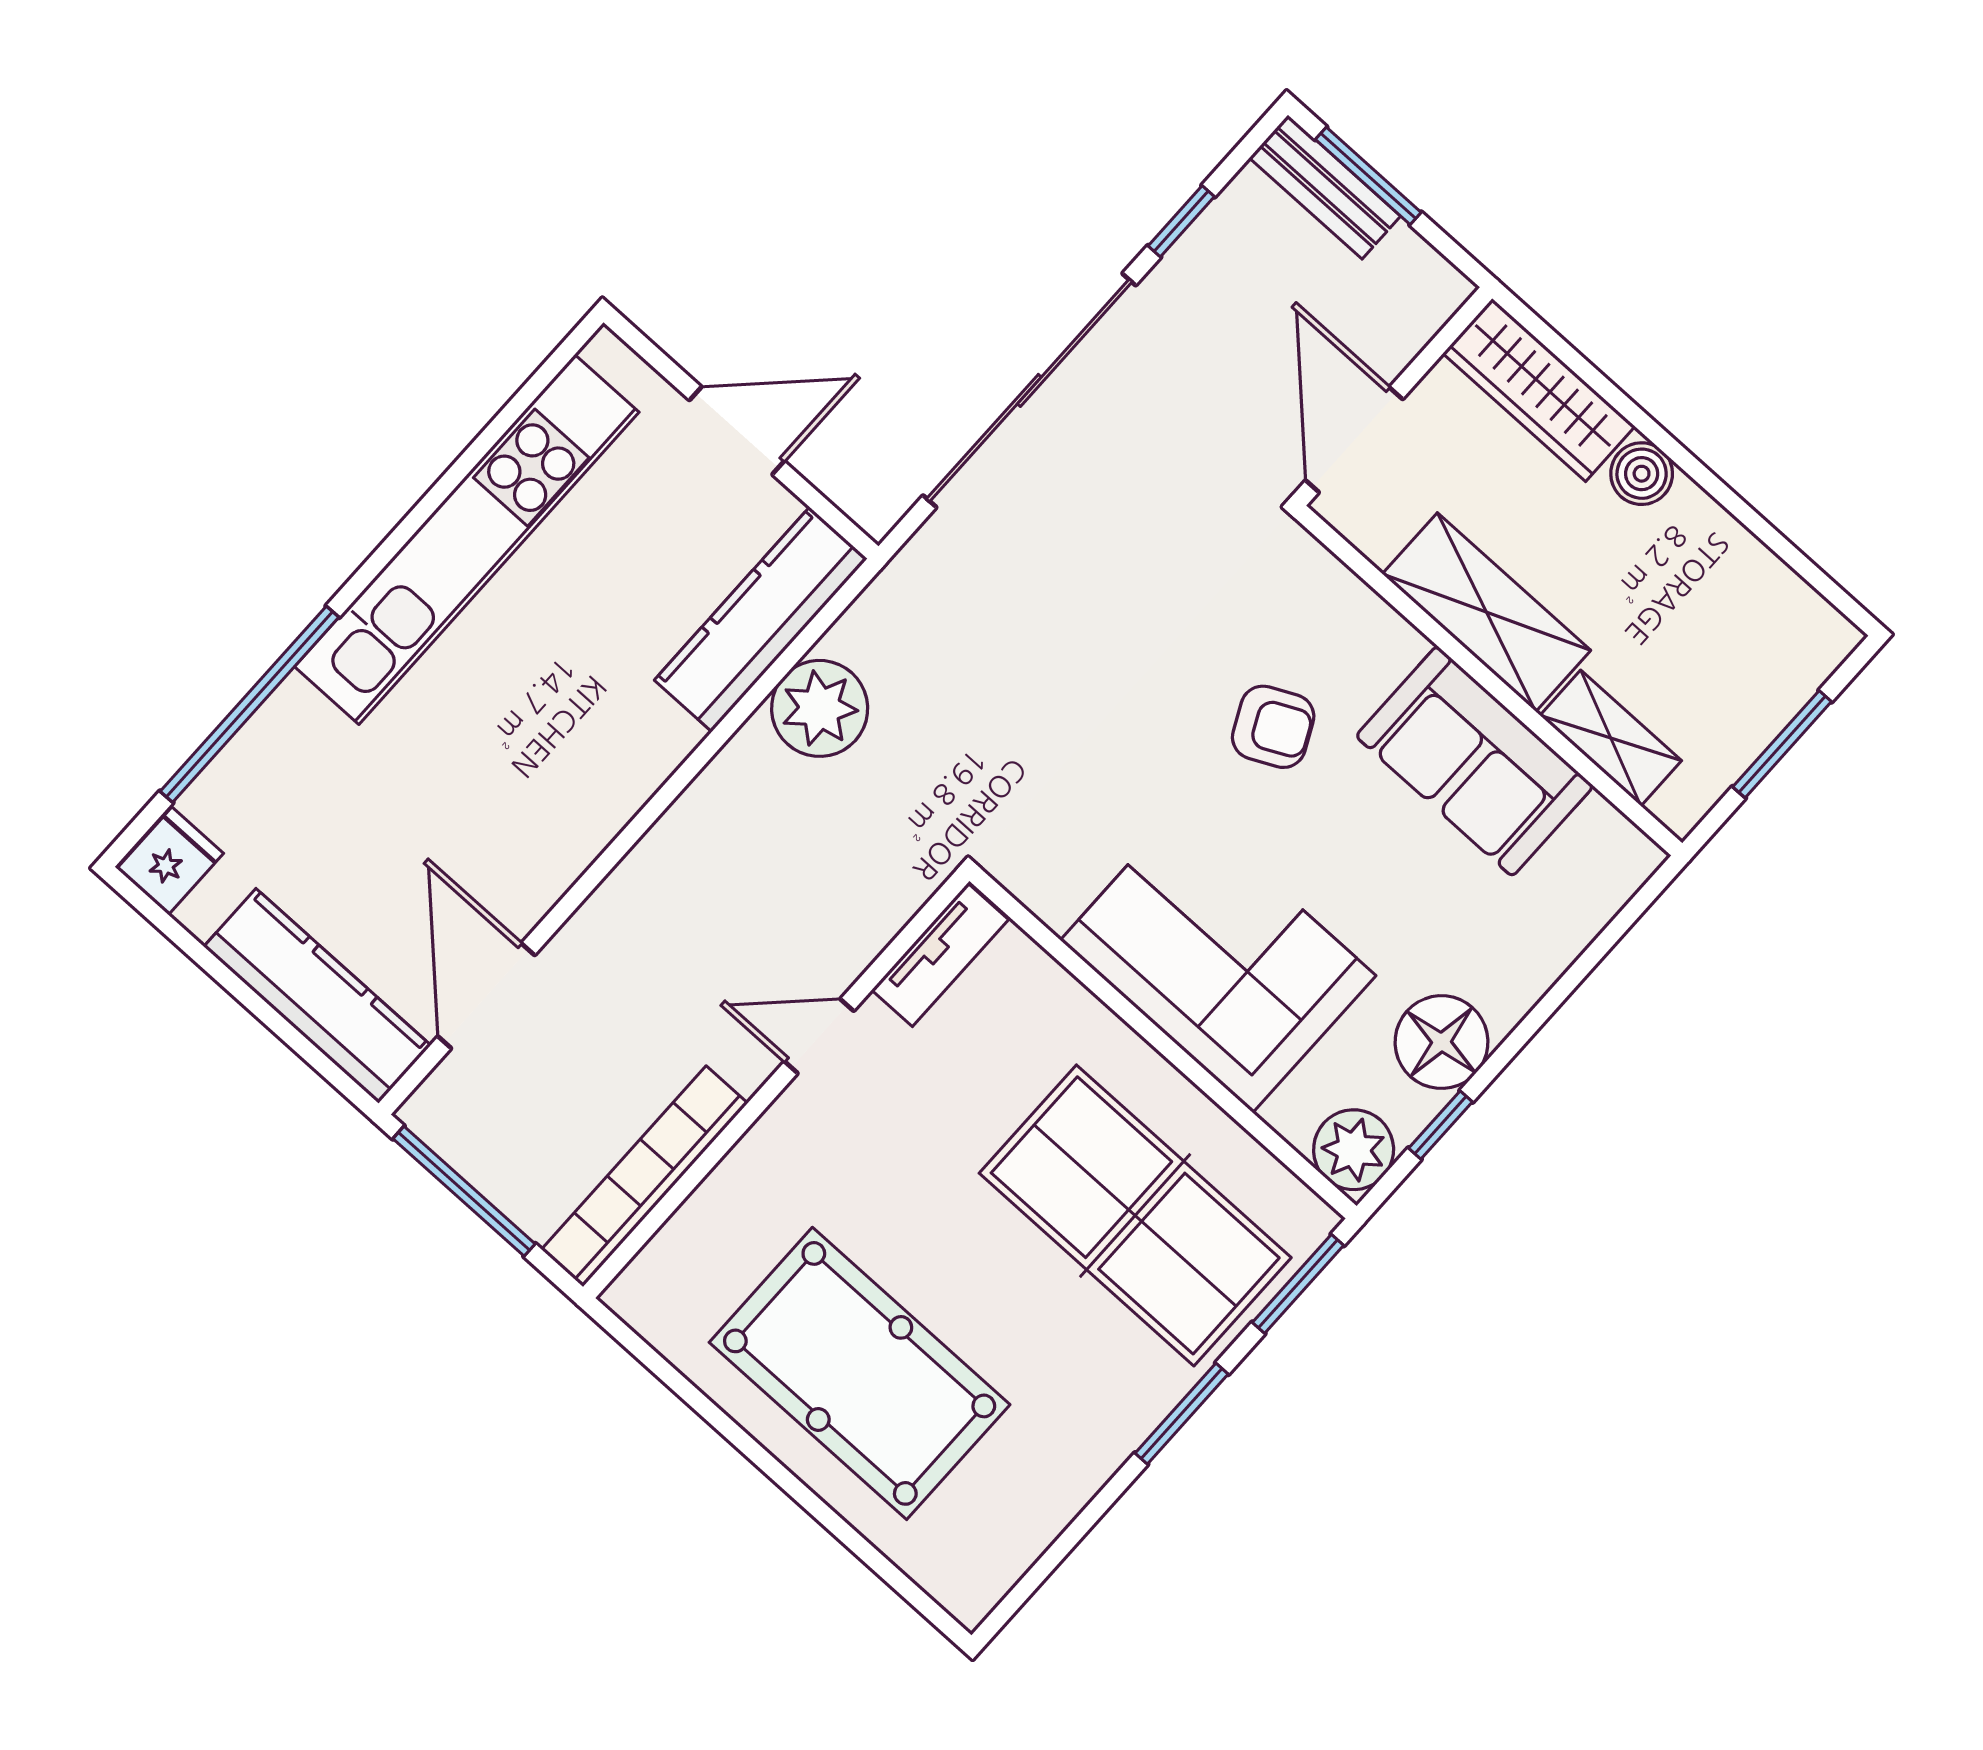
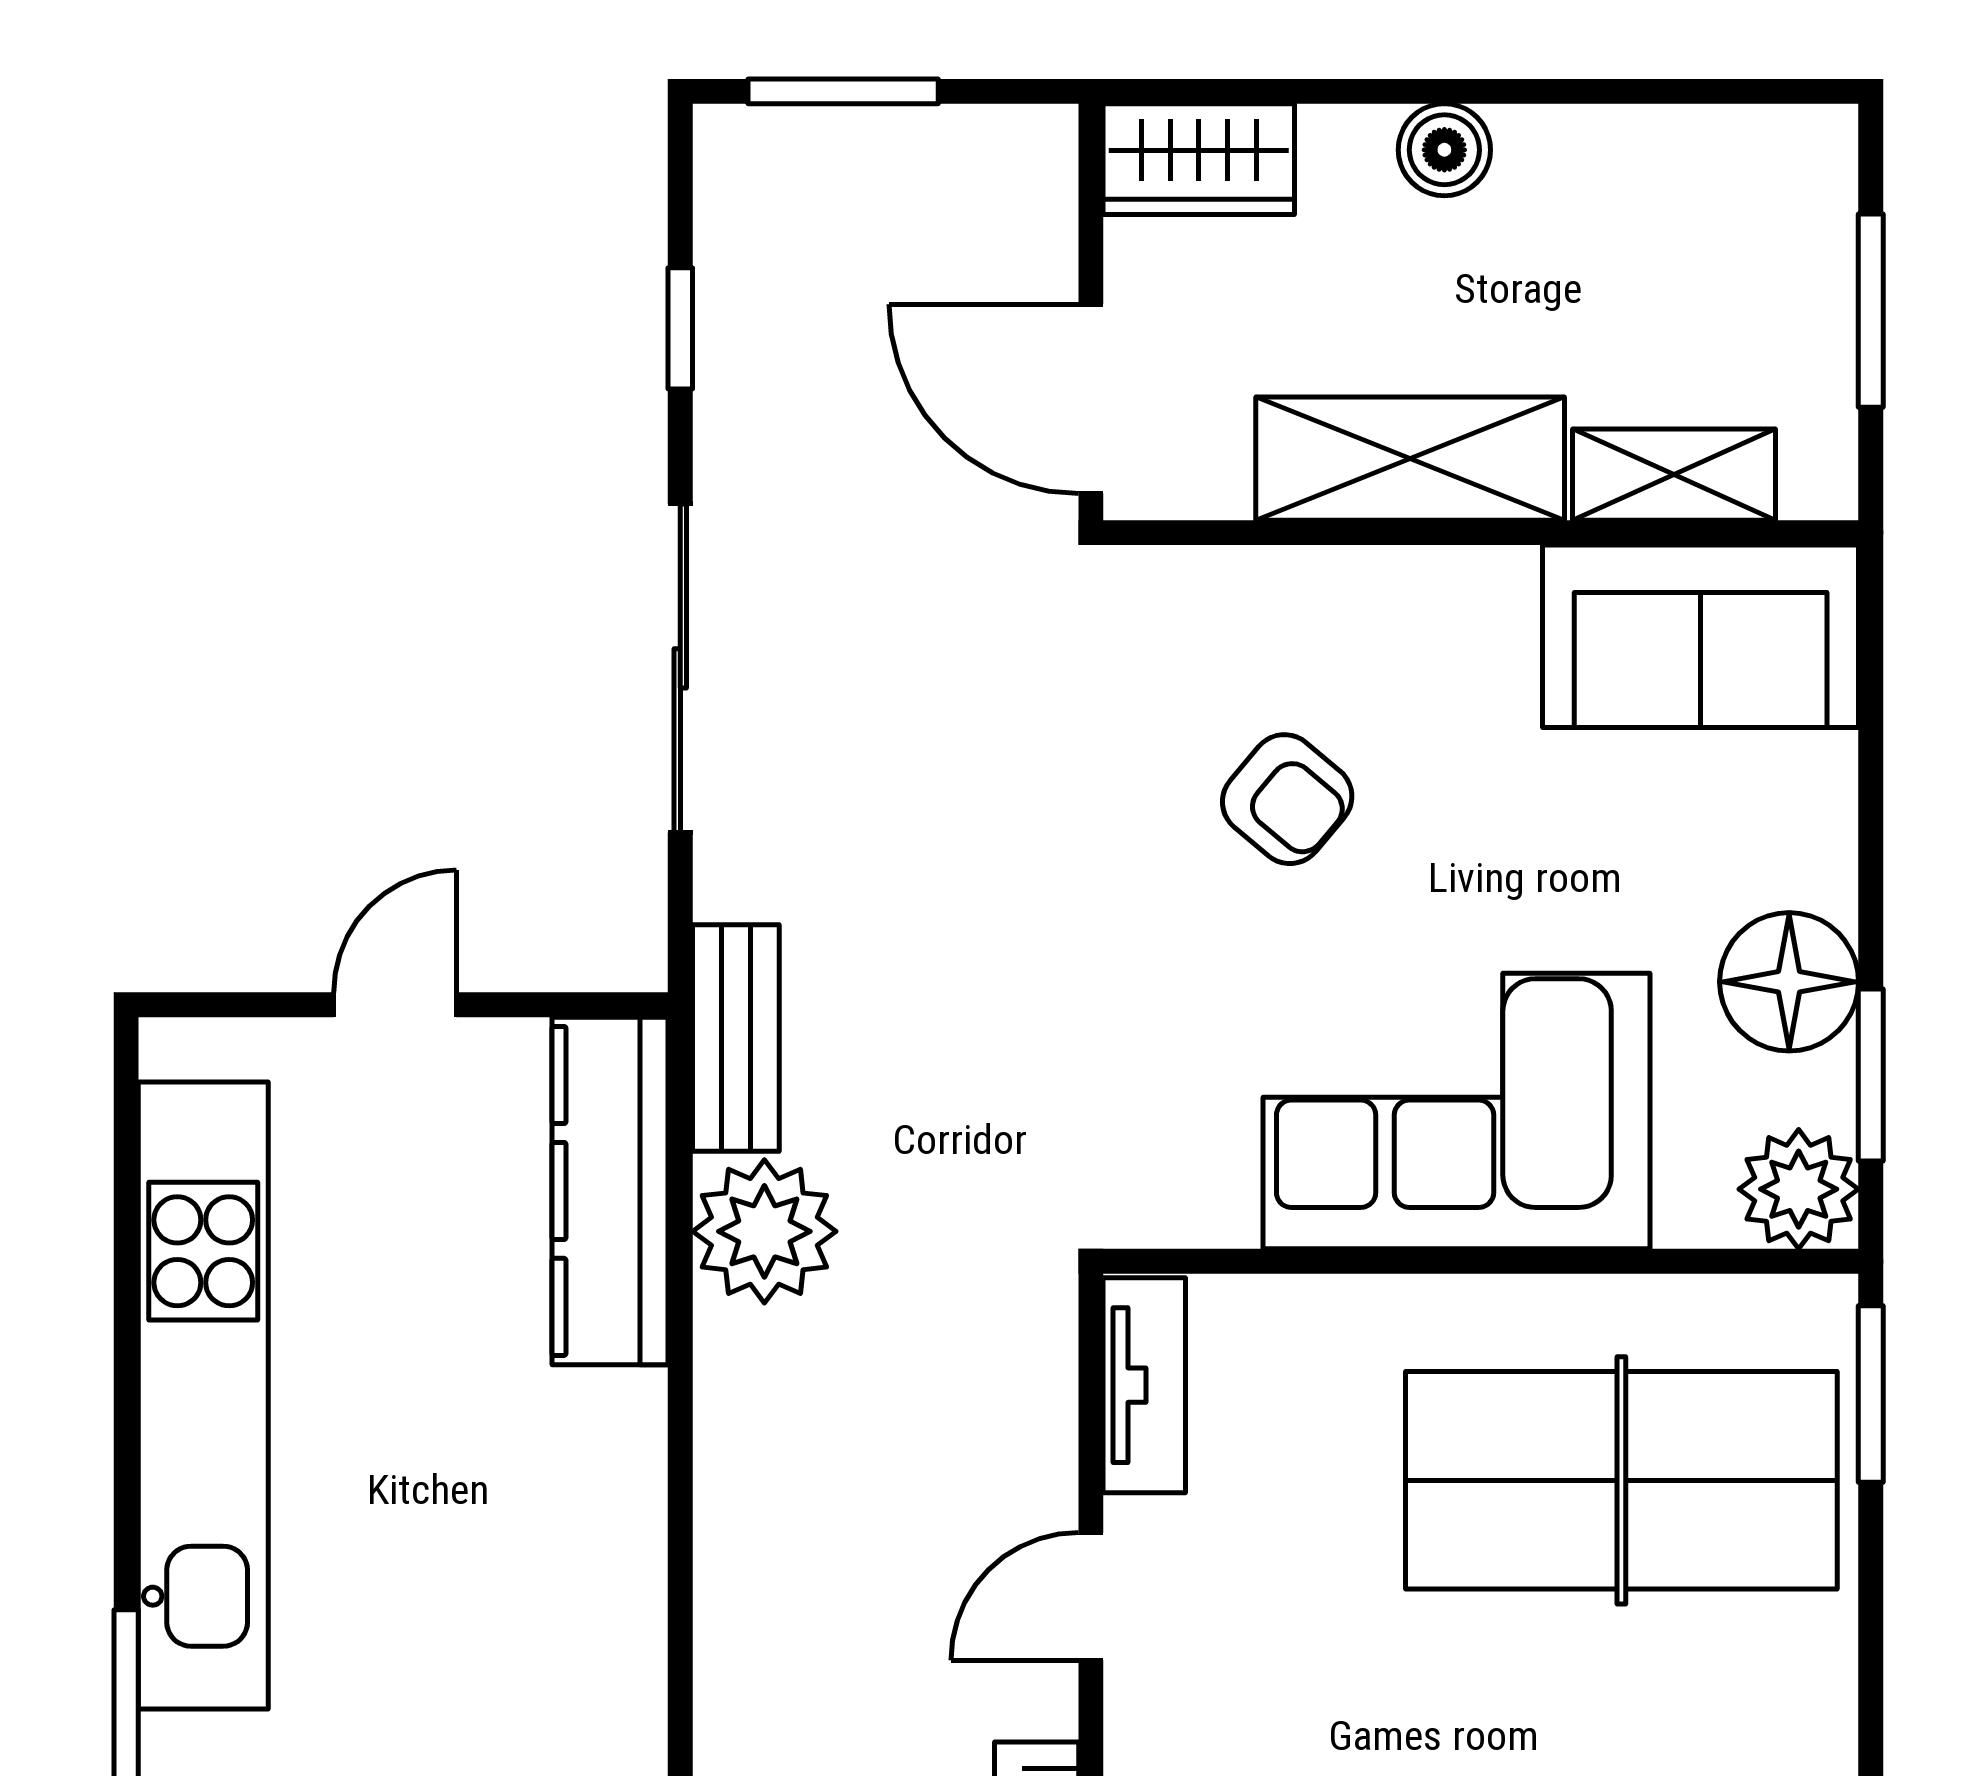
bench: (1325, 187) -> (736, 1038), moved, turned 90
sliding door: (1029, 390) -> (680, 668), width x0.73
wardrobe: (1539, 390) -> (1199, 159), width x0.67
door: (737, 431) -> (395, 1005), width x0.73
armchair: (1273, 727) -> (1287, 799), turned 66
sofa: (1475, 761) -> (1701, 636), moved
window: (1441, 1125) -> (1871, 1075), width x1.50
window: (1182, 1414) -> (1871, 1655), removed

